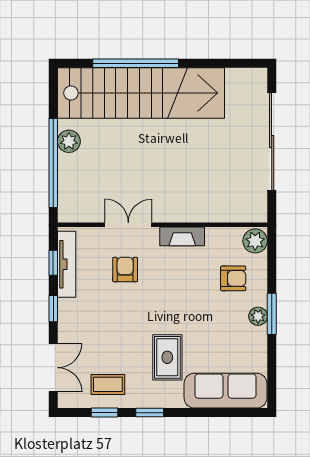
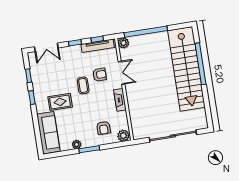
plant: (69, 141) -> (123, 43), moved
plant: (258, 316) -> (77, 144), moved
coffee table: (108, 384) -> (83, 85), moved

